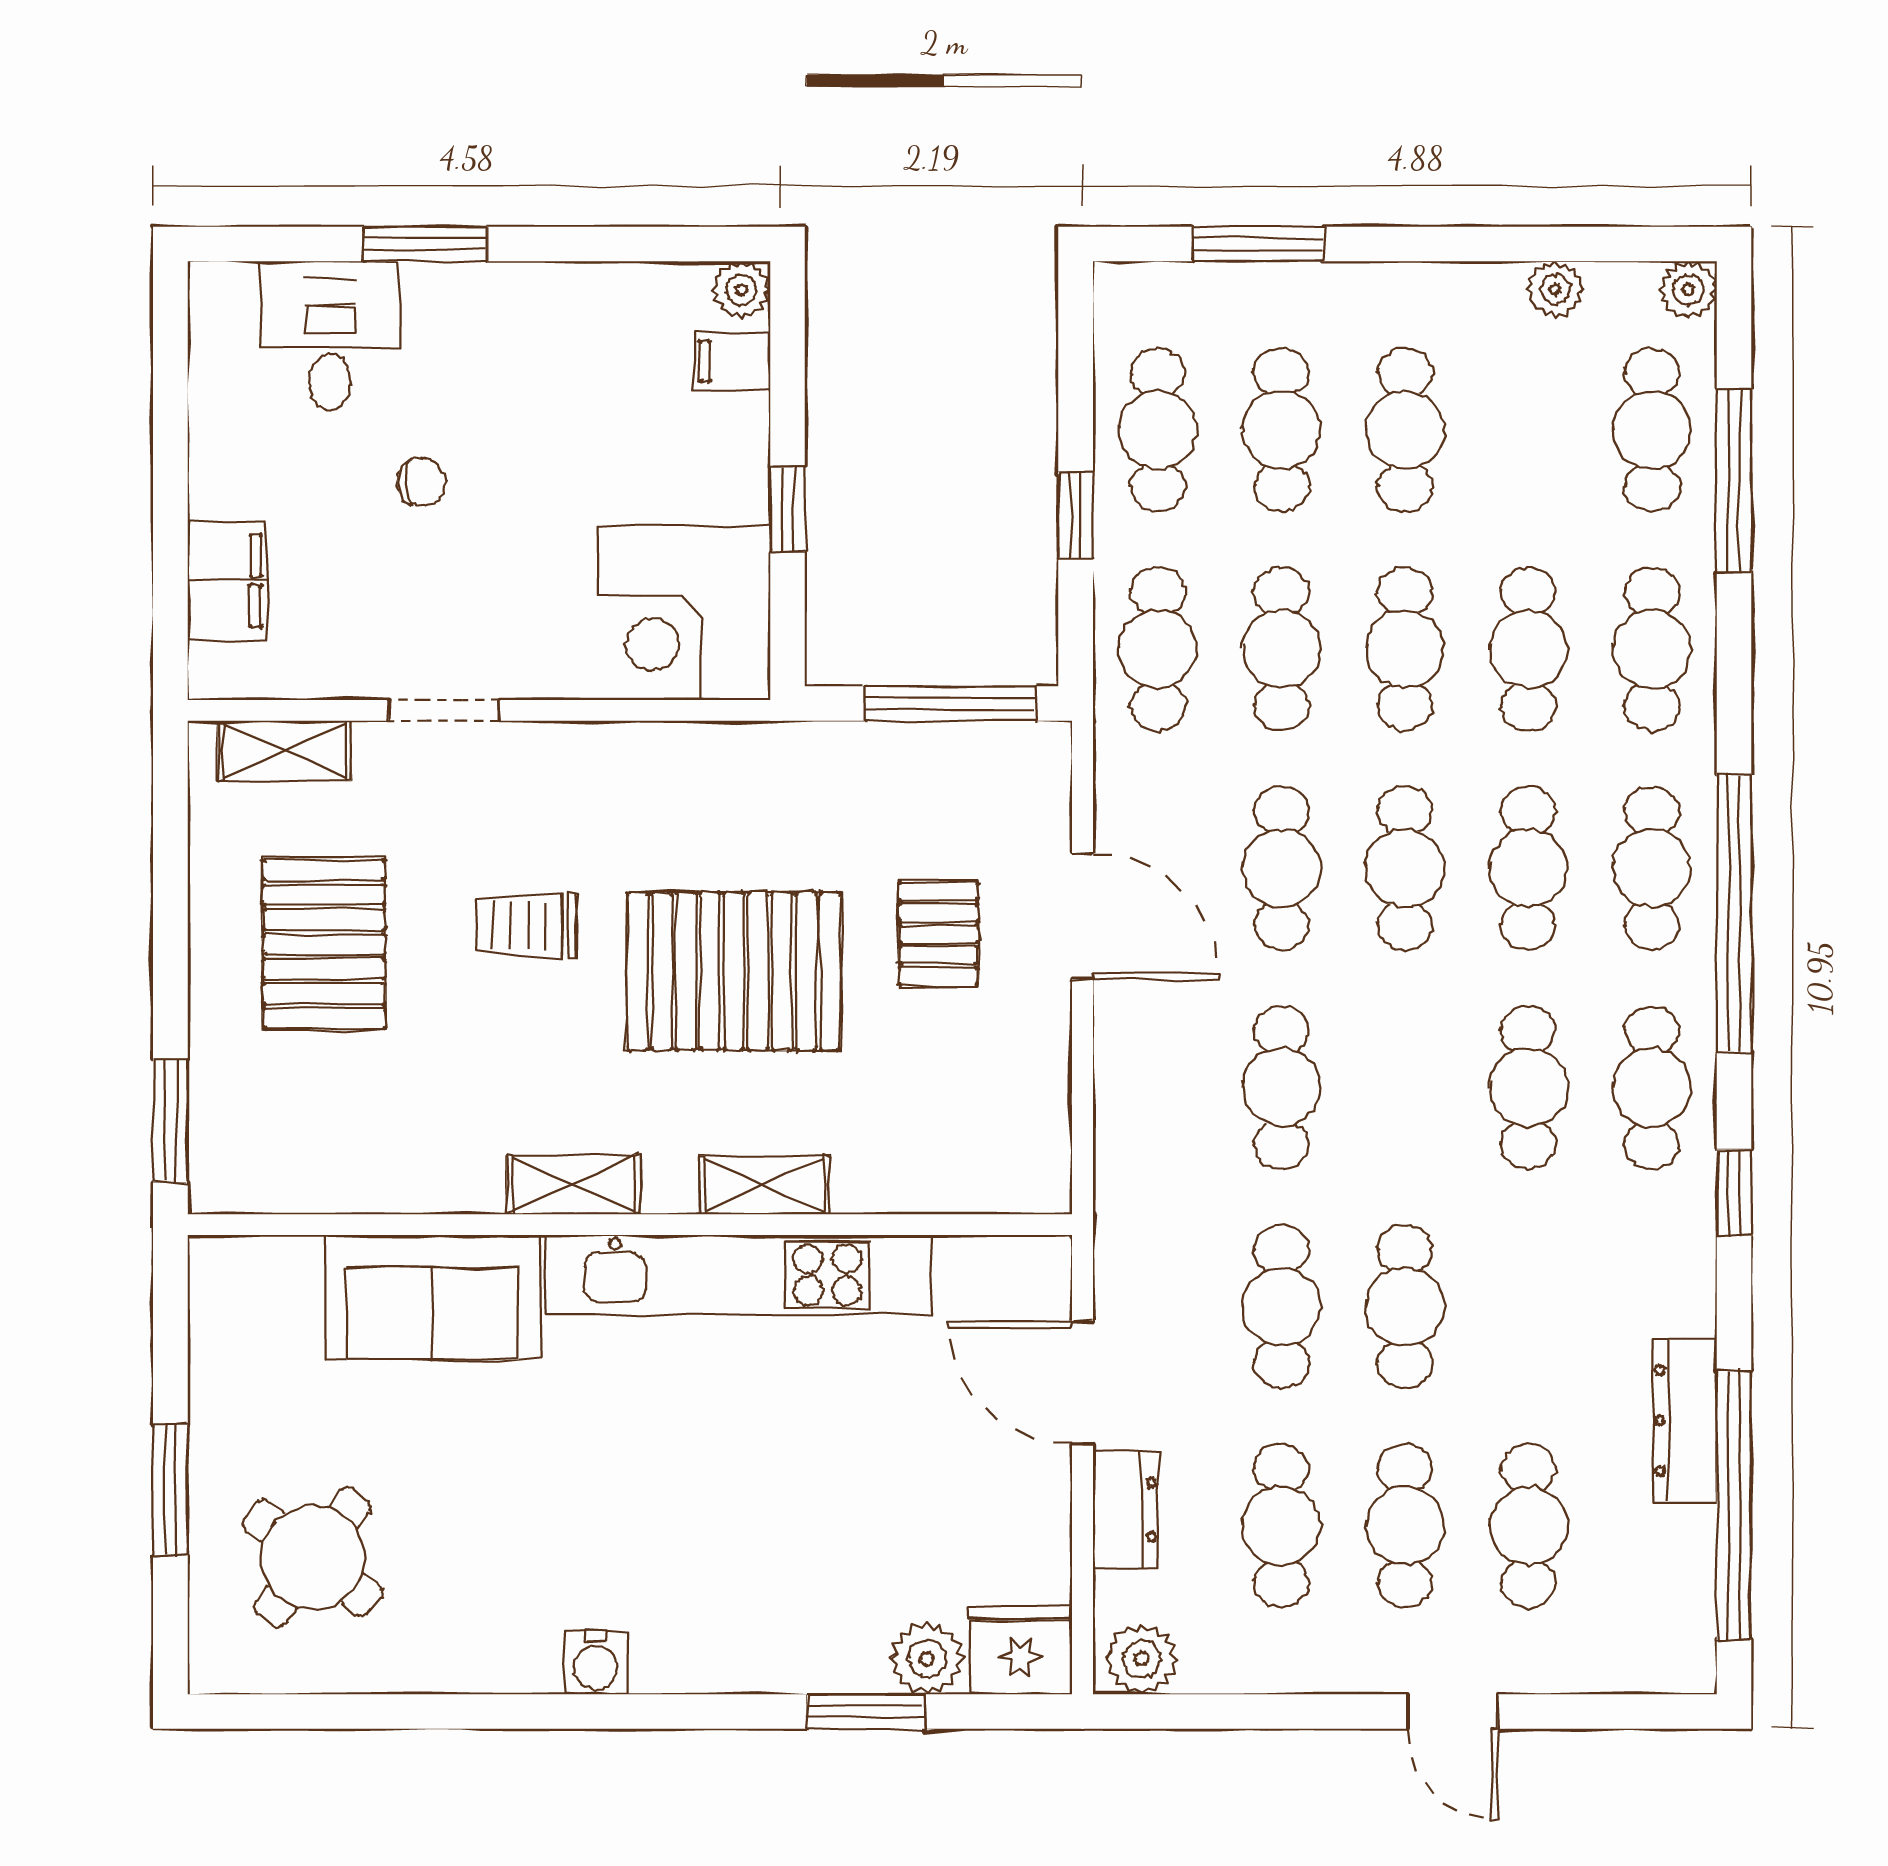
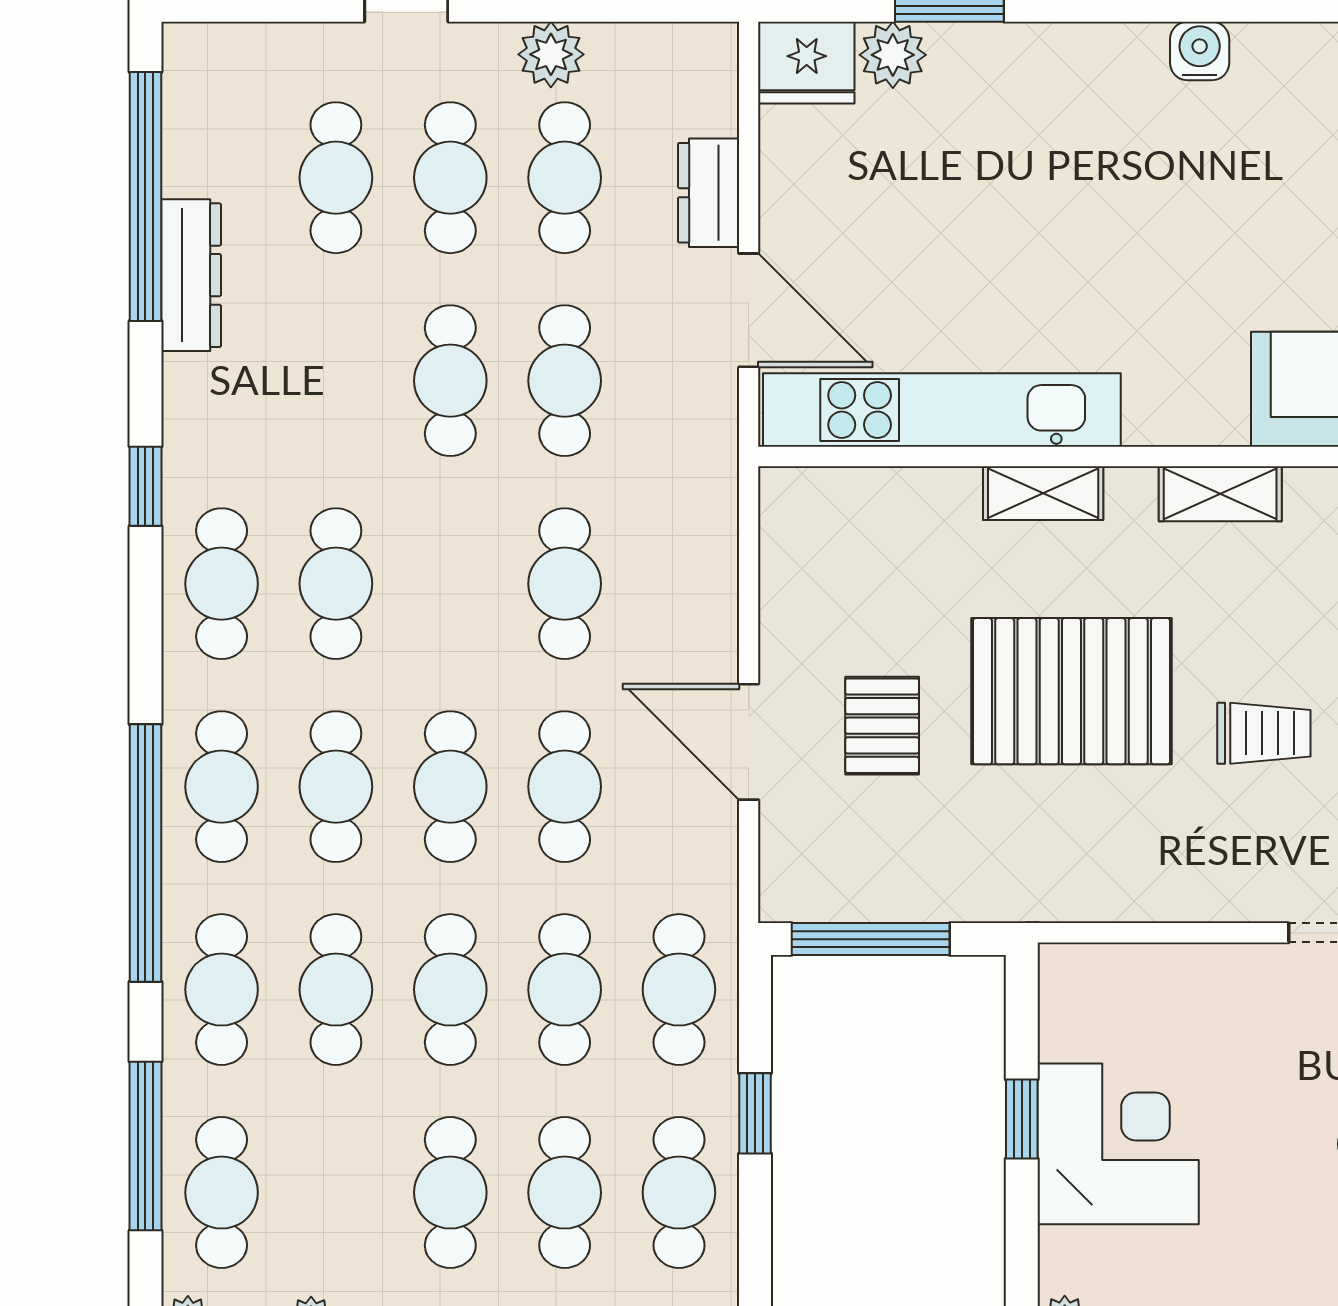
filing cabinet: (732, 361) -> (1073, 1256), removed
corner desk: (684, 613) -> (1118, 1144), moved
window: (1734, 913) -> (145, 853), moved
kitchen unit: (739, 1275) -> (942, 410), moved
plant: (1142, 1659) -> (551, 54), moved

